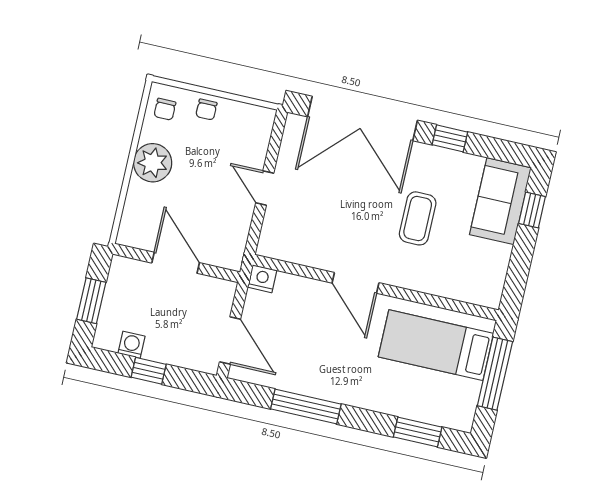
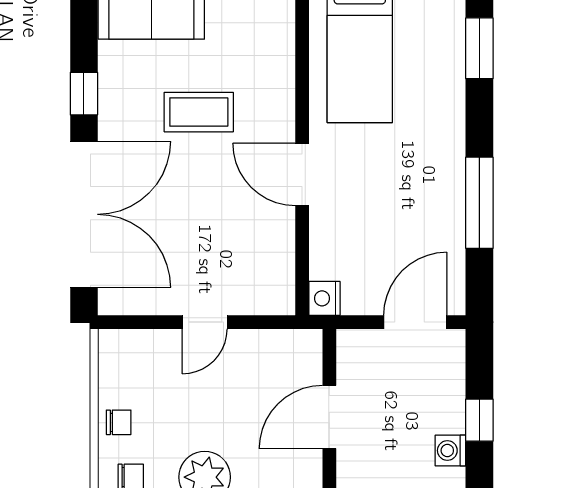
door: (356, 283) -> (302, 174), swing flipped

